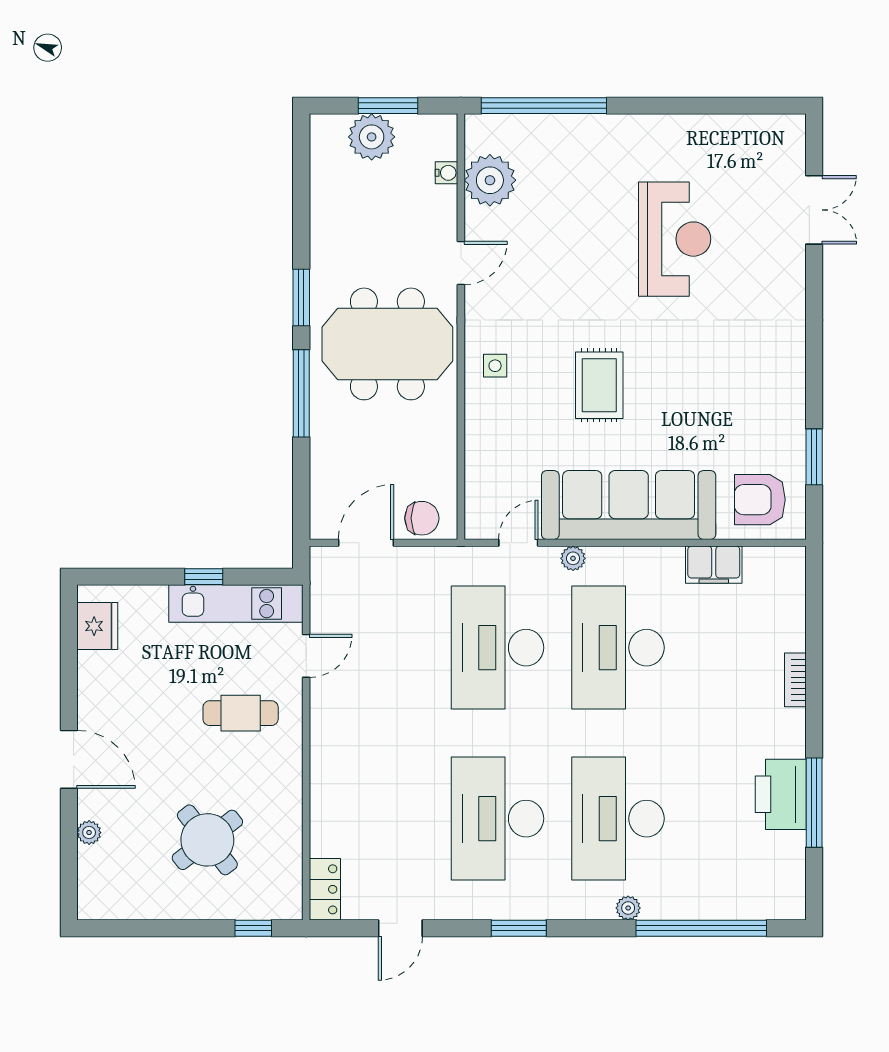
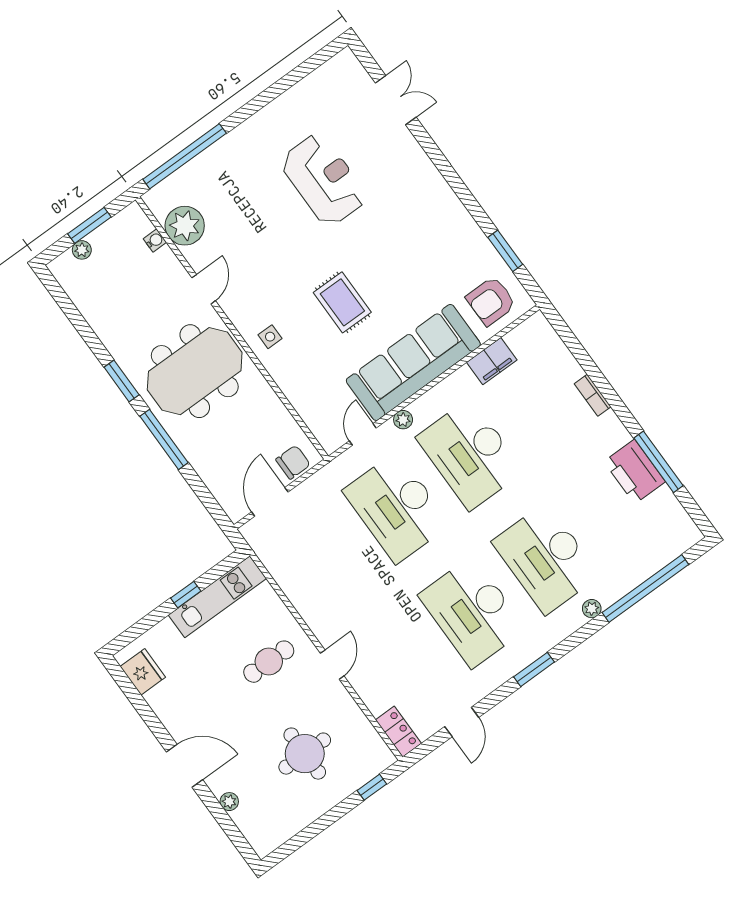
plant: (372, 137) -> (82, 250), width x0.53, depth x0.53
door: (306, 656) -> (332, 665), moved
round table: (207, 840) -> (305, 754), turned 38

